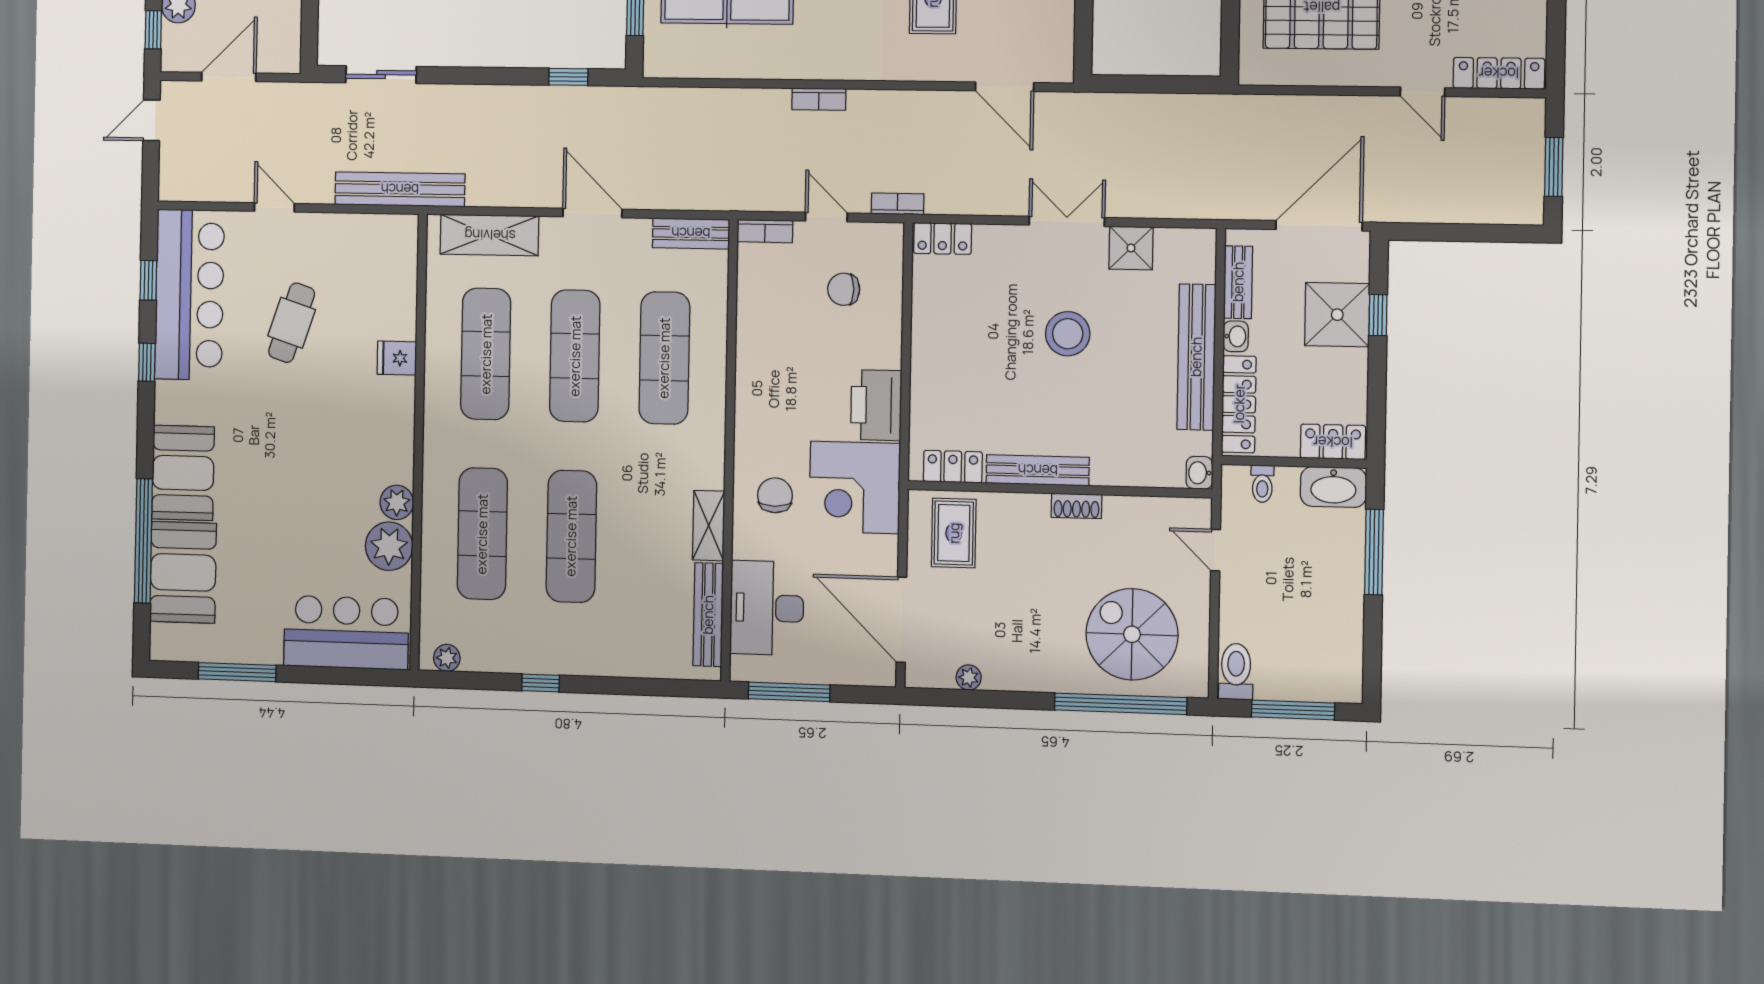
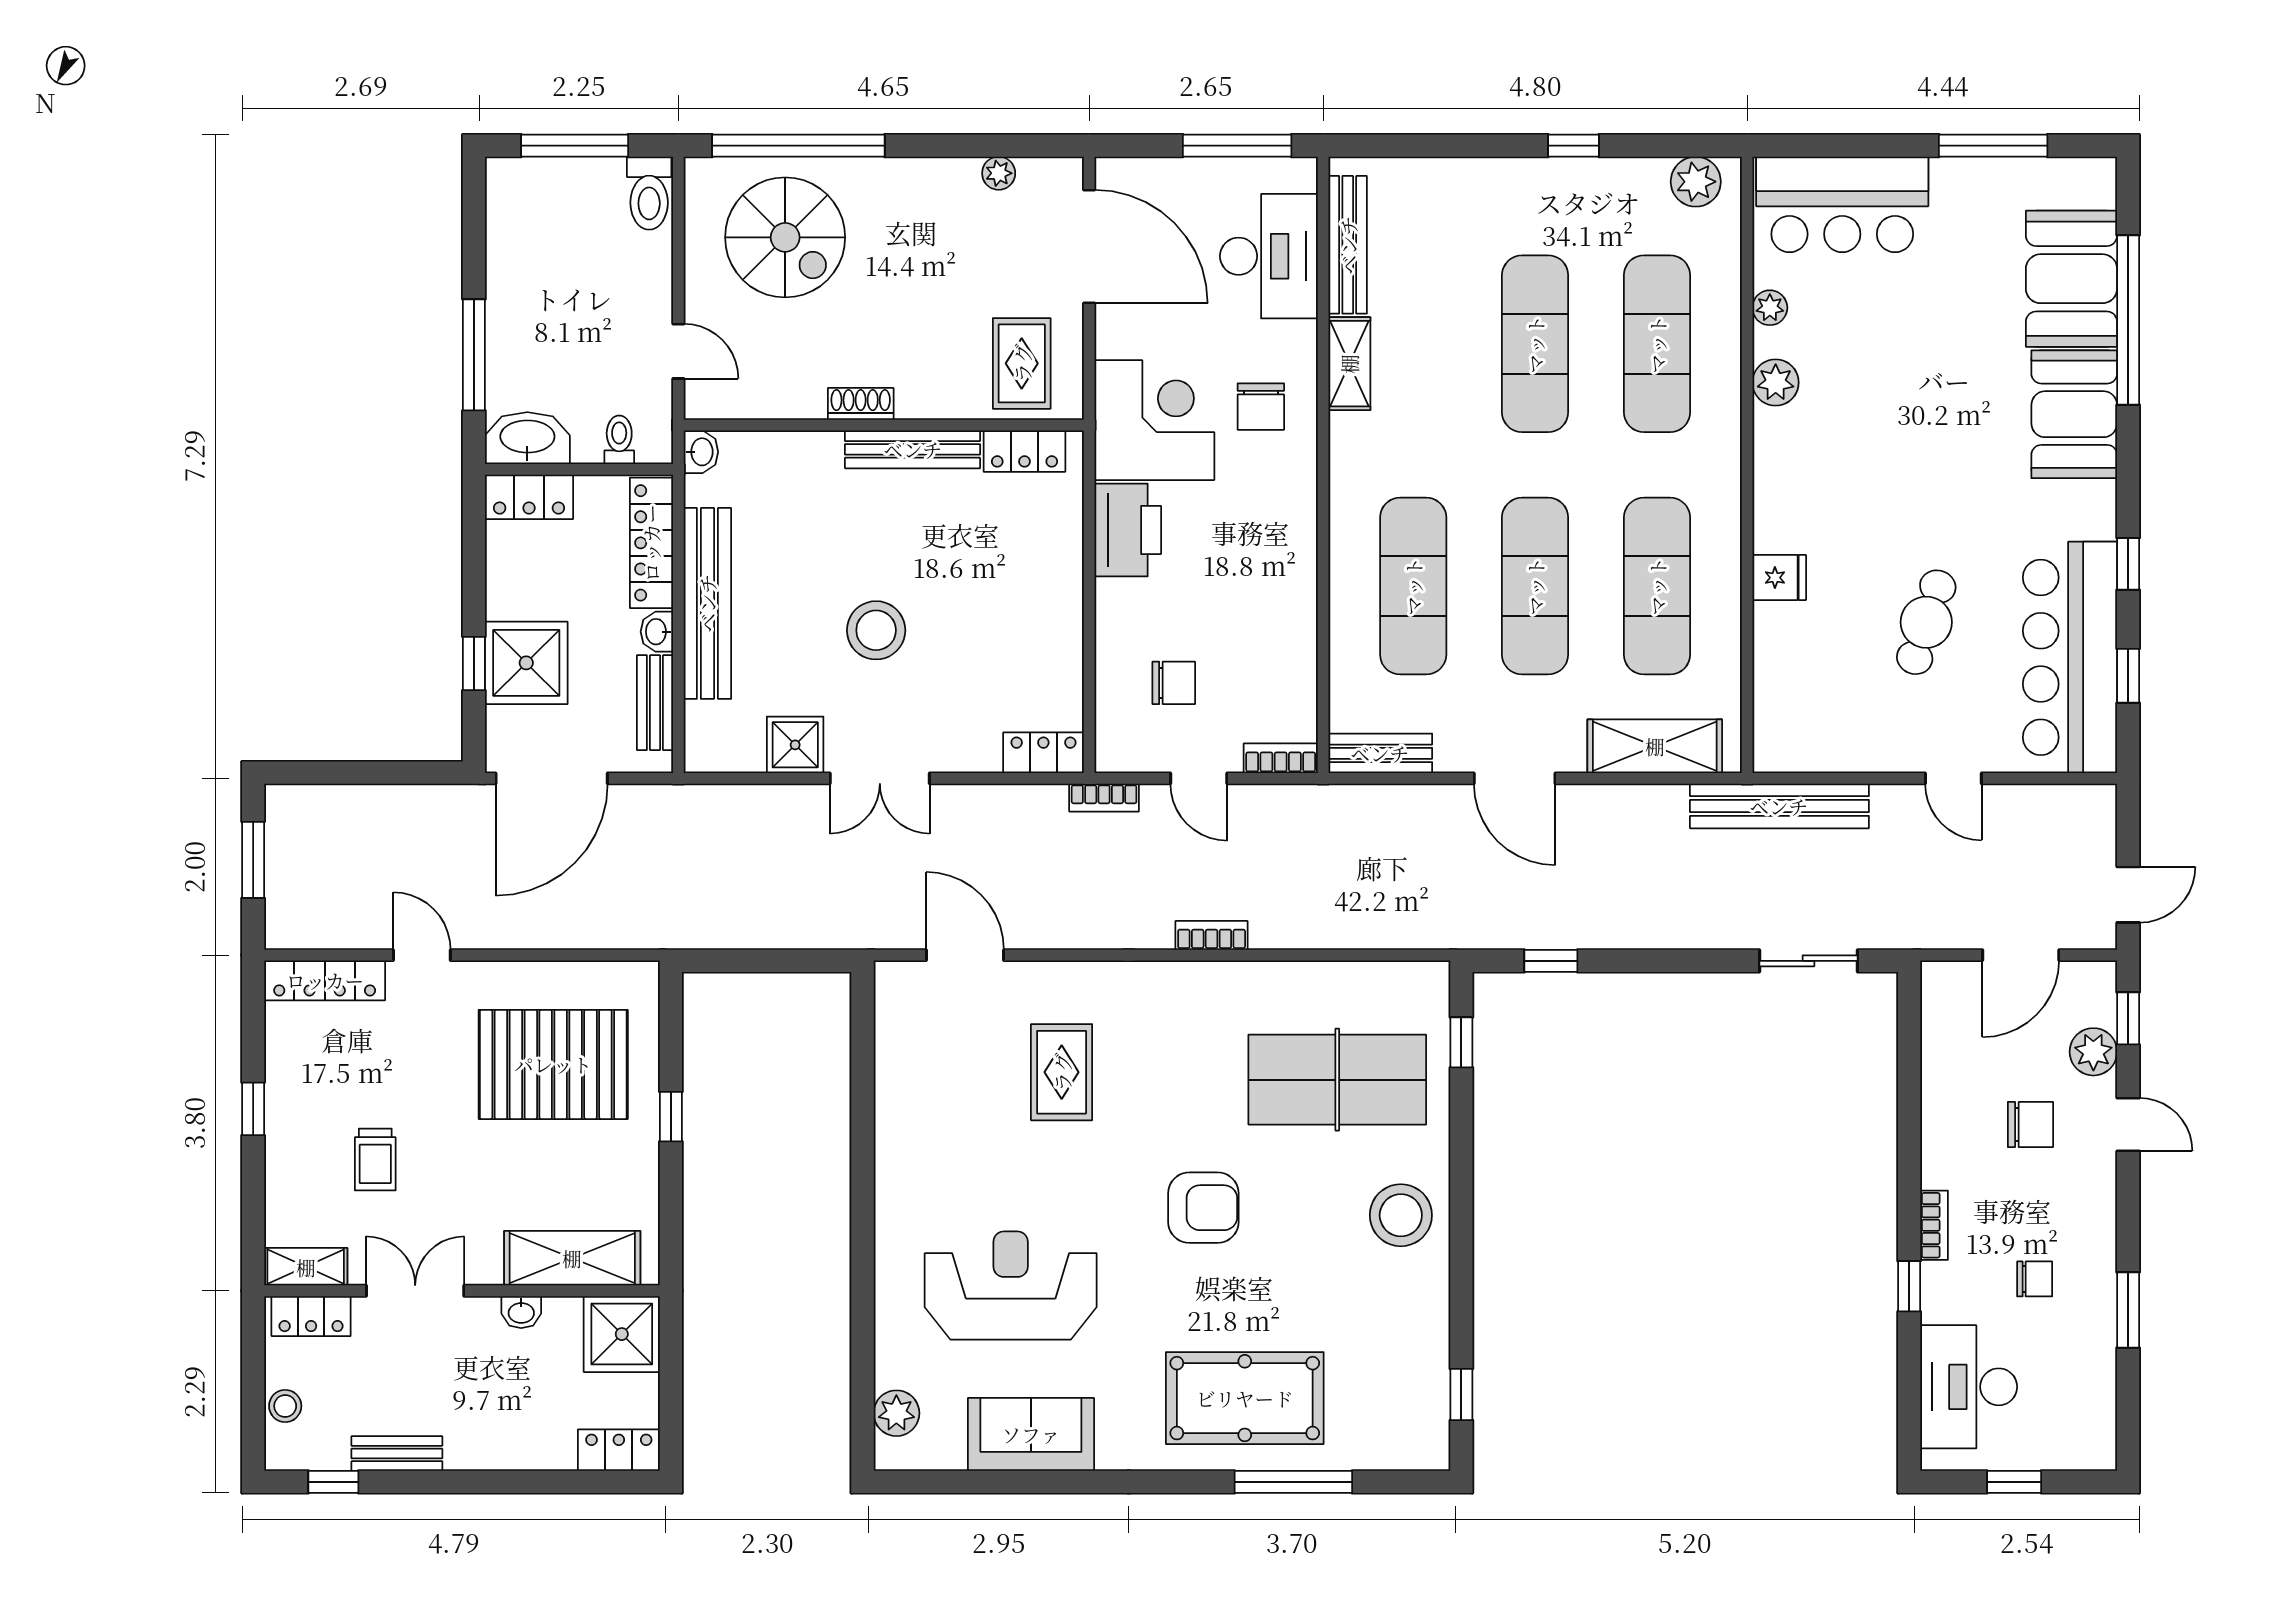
plant: (389, 546) -> (1770, 308), width x0.53, depth x0.53
plant: (447, 658) -> (1696, 182), width x1.38, depth x1.38

